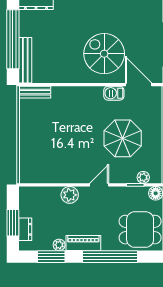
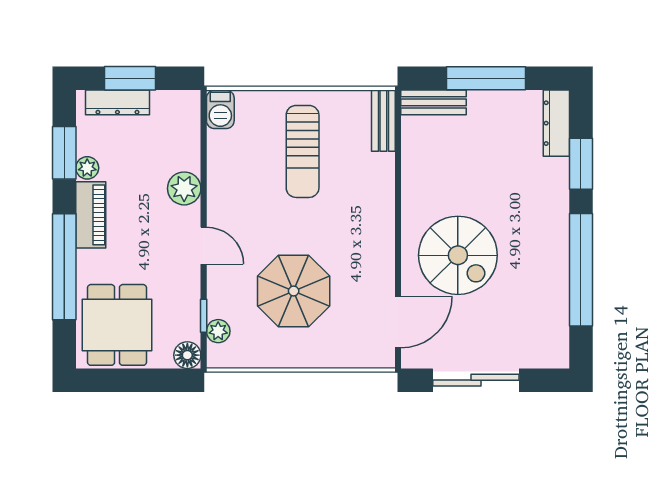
window: (13, 39) -> (486, 78), width x0.68
spiral stairs: (104, 54) -> (458, 255), turned 90
bench: (25, 60) -> (434, 102), width x0.73
barbecue: (114, 93) -> (220, 109), moved, turned 180
sun lounger: (51, 134) -> (303, 151), added
dresser: (25, 229) -> (117, 102), width x1.44

